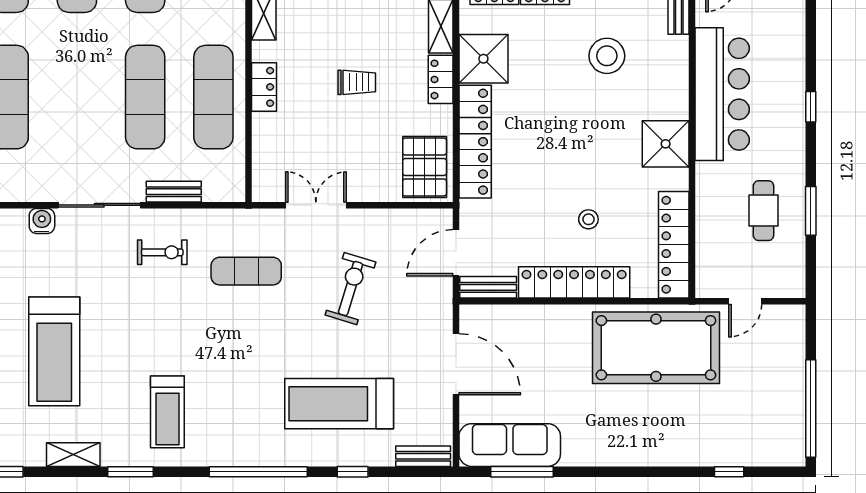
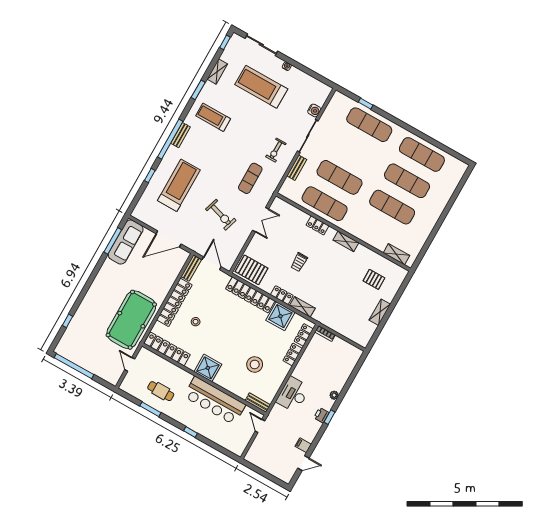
bench: (423, 456) -> (180, 135), moved

